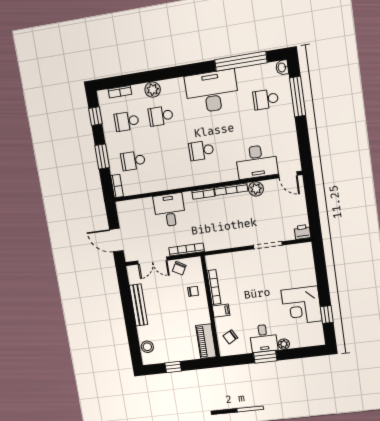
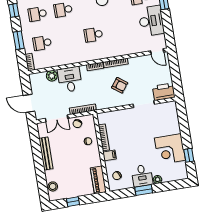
desk: (257, 162) -> (151, 21), moved, turned -90
plant: (256, 189) -> (52, 76), moved
armchair: (236, 219) -> (120, 85), added
printer: (302, 232) -> (164, 92), width x1.87, depth x1.48

